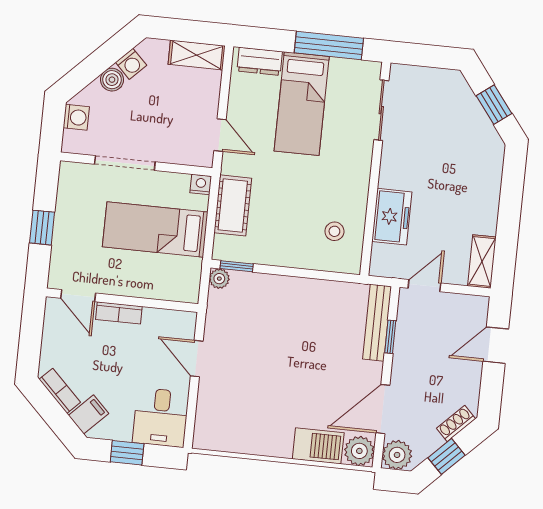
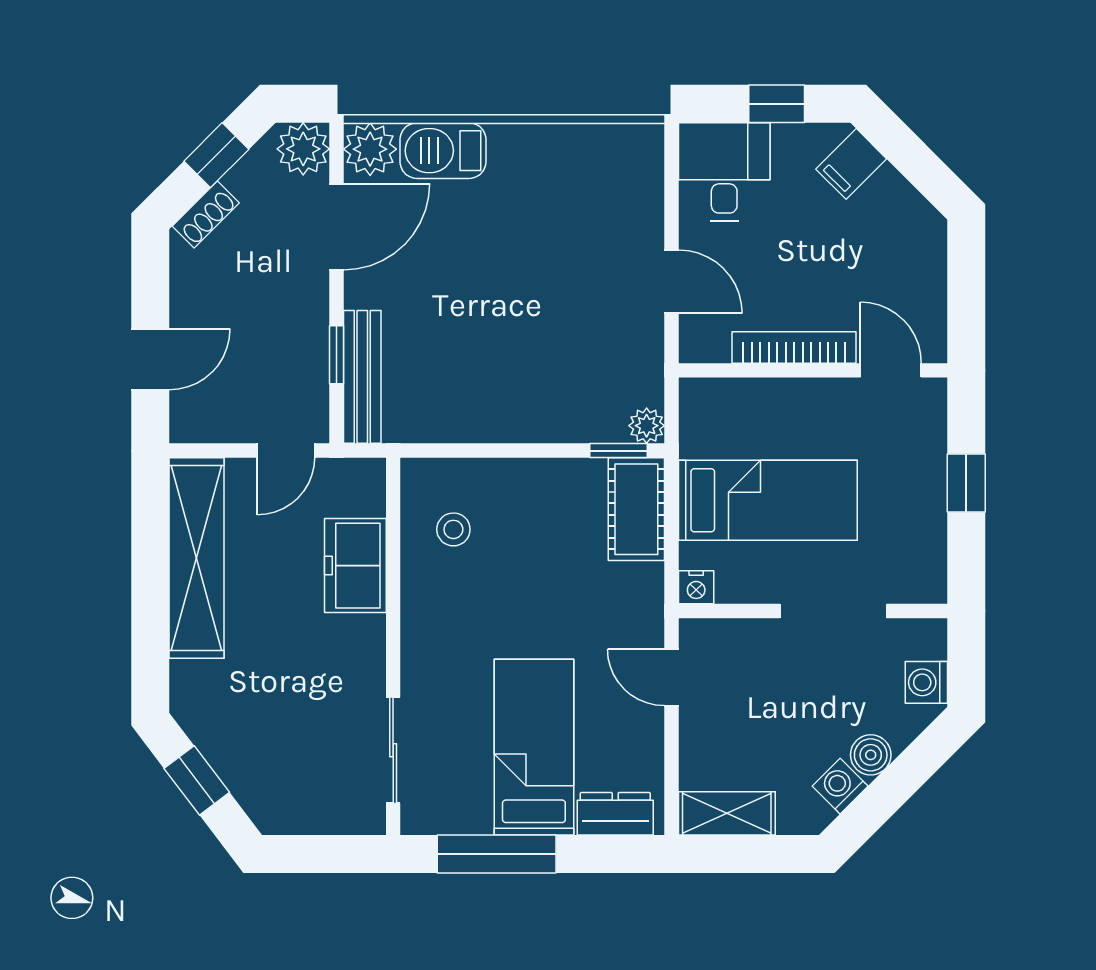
cot: (233, 205) -> (636, 509), moved
shelving: (482, 261) -> (196, 558), width x2.20, depth x1.33
bookcase: (119, 313) -> (794, 347), width x1.56
bookcase: (60, 391) -> (906, 200), removed

